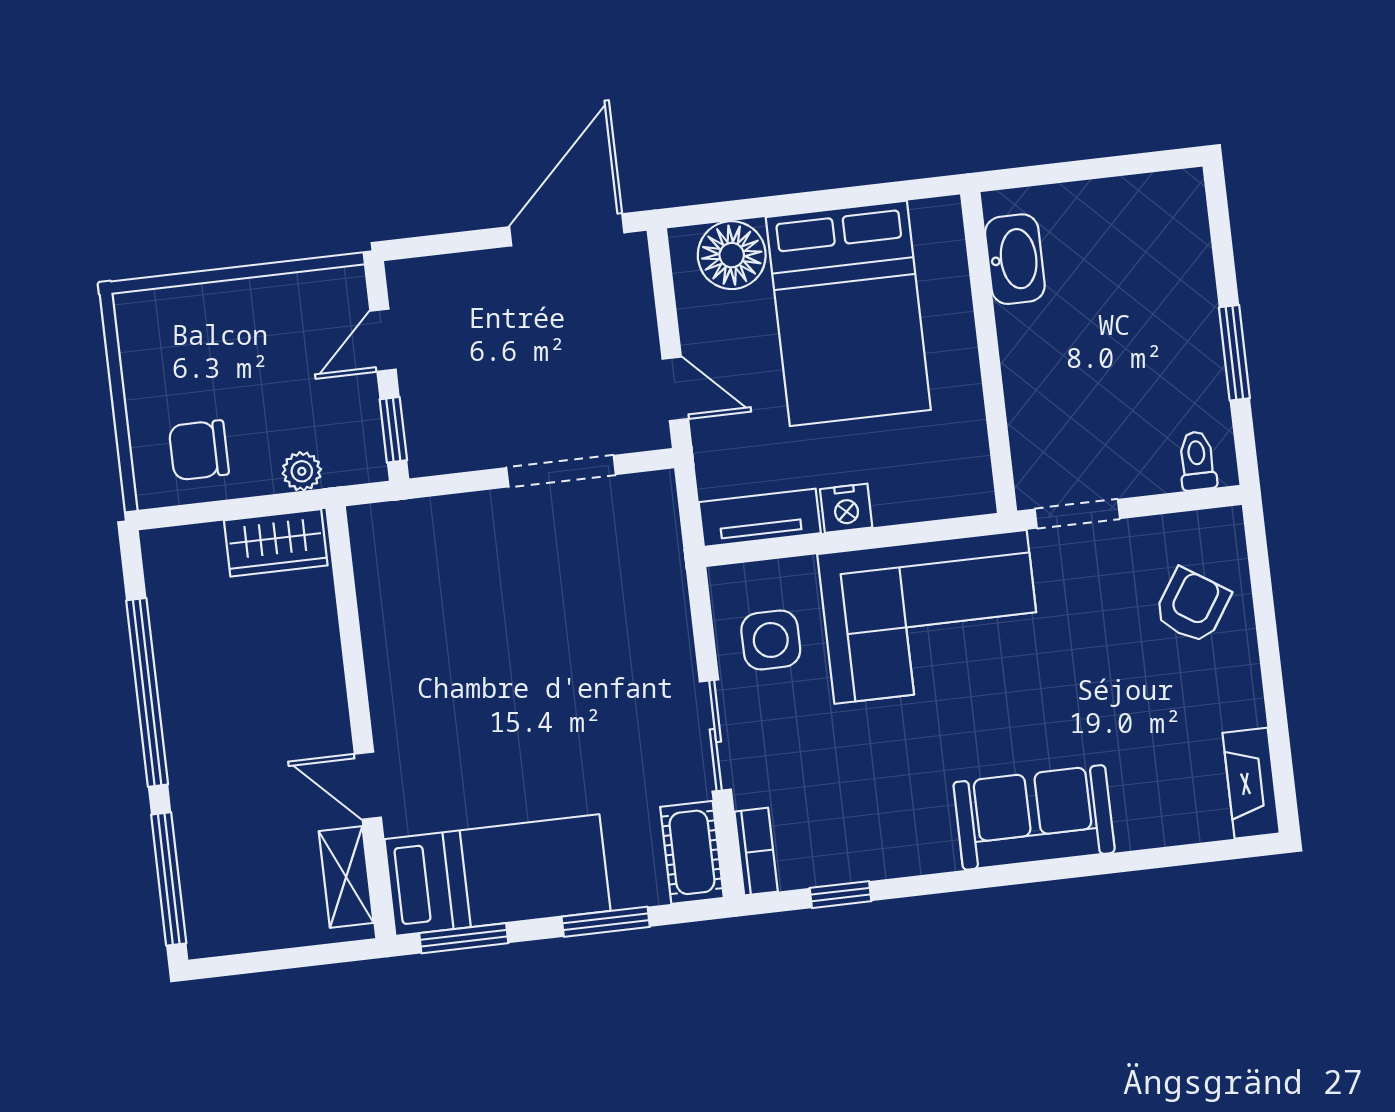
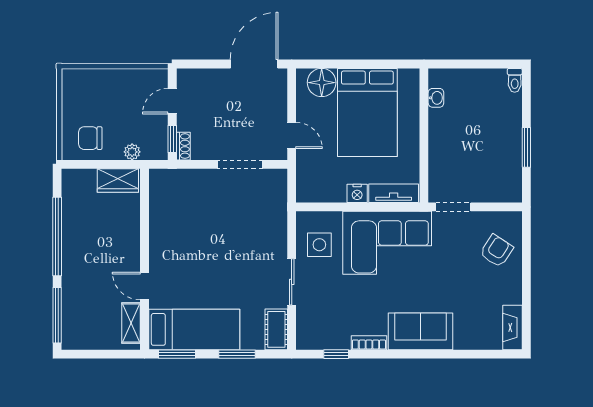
washbasin: (1015, 259) -> (436, 98), width x0.52, depth x0.69
shoe rack: (421, 443) -> (183, 146), added
toilet: (1197, 461) -> (515, 80), moved, turned 180
tv unit: (760, 518) -> (394, 193), moved
bookcase: (756, 852) -> (369, 343), moved, turned -90

